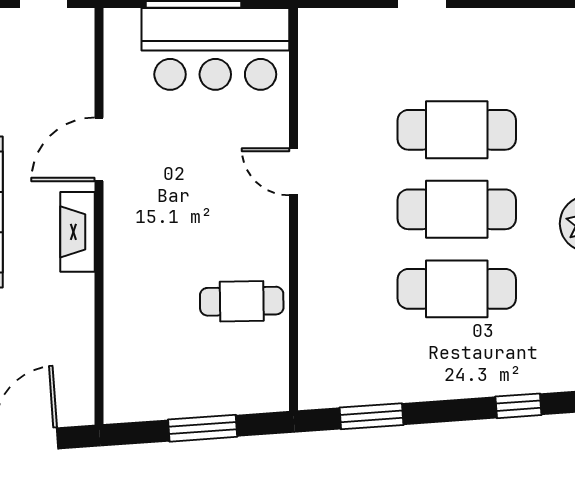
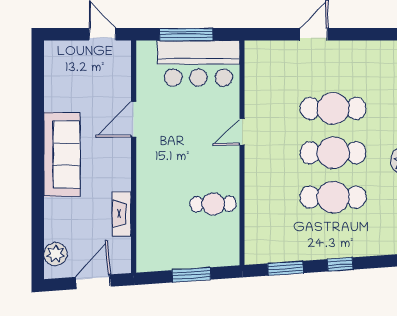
door: (294, 172) -> (242, 132), hinge flipped
fireplace: (78, 232) -> (122, 214), moved
window: (518, 406) -> (340, 264), moved

